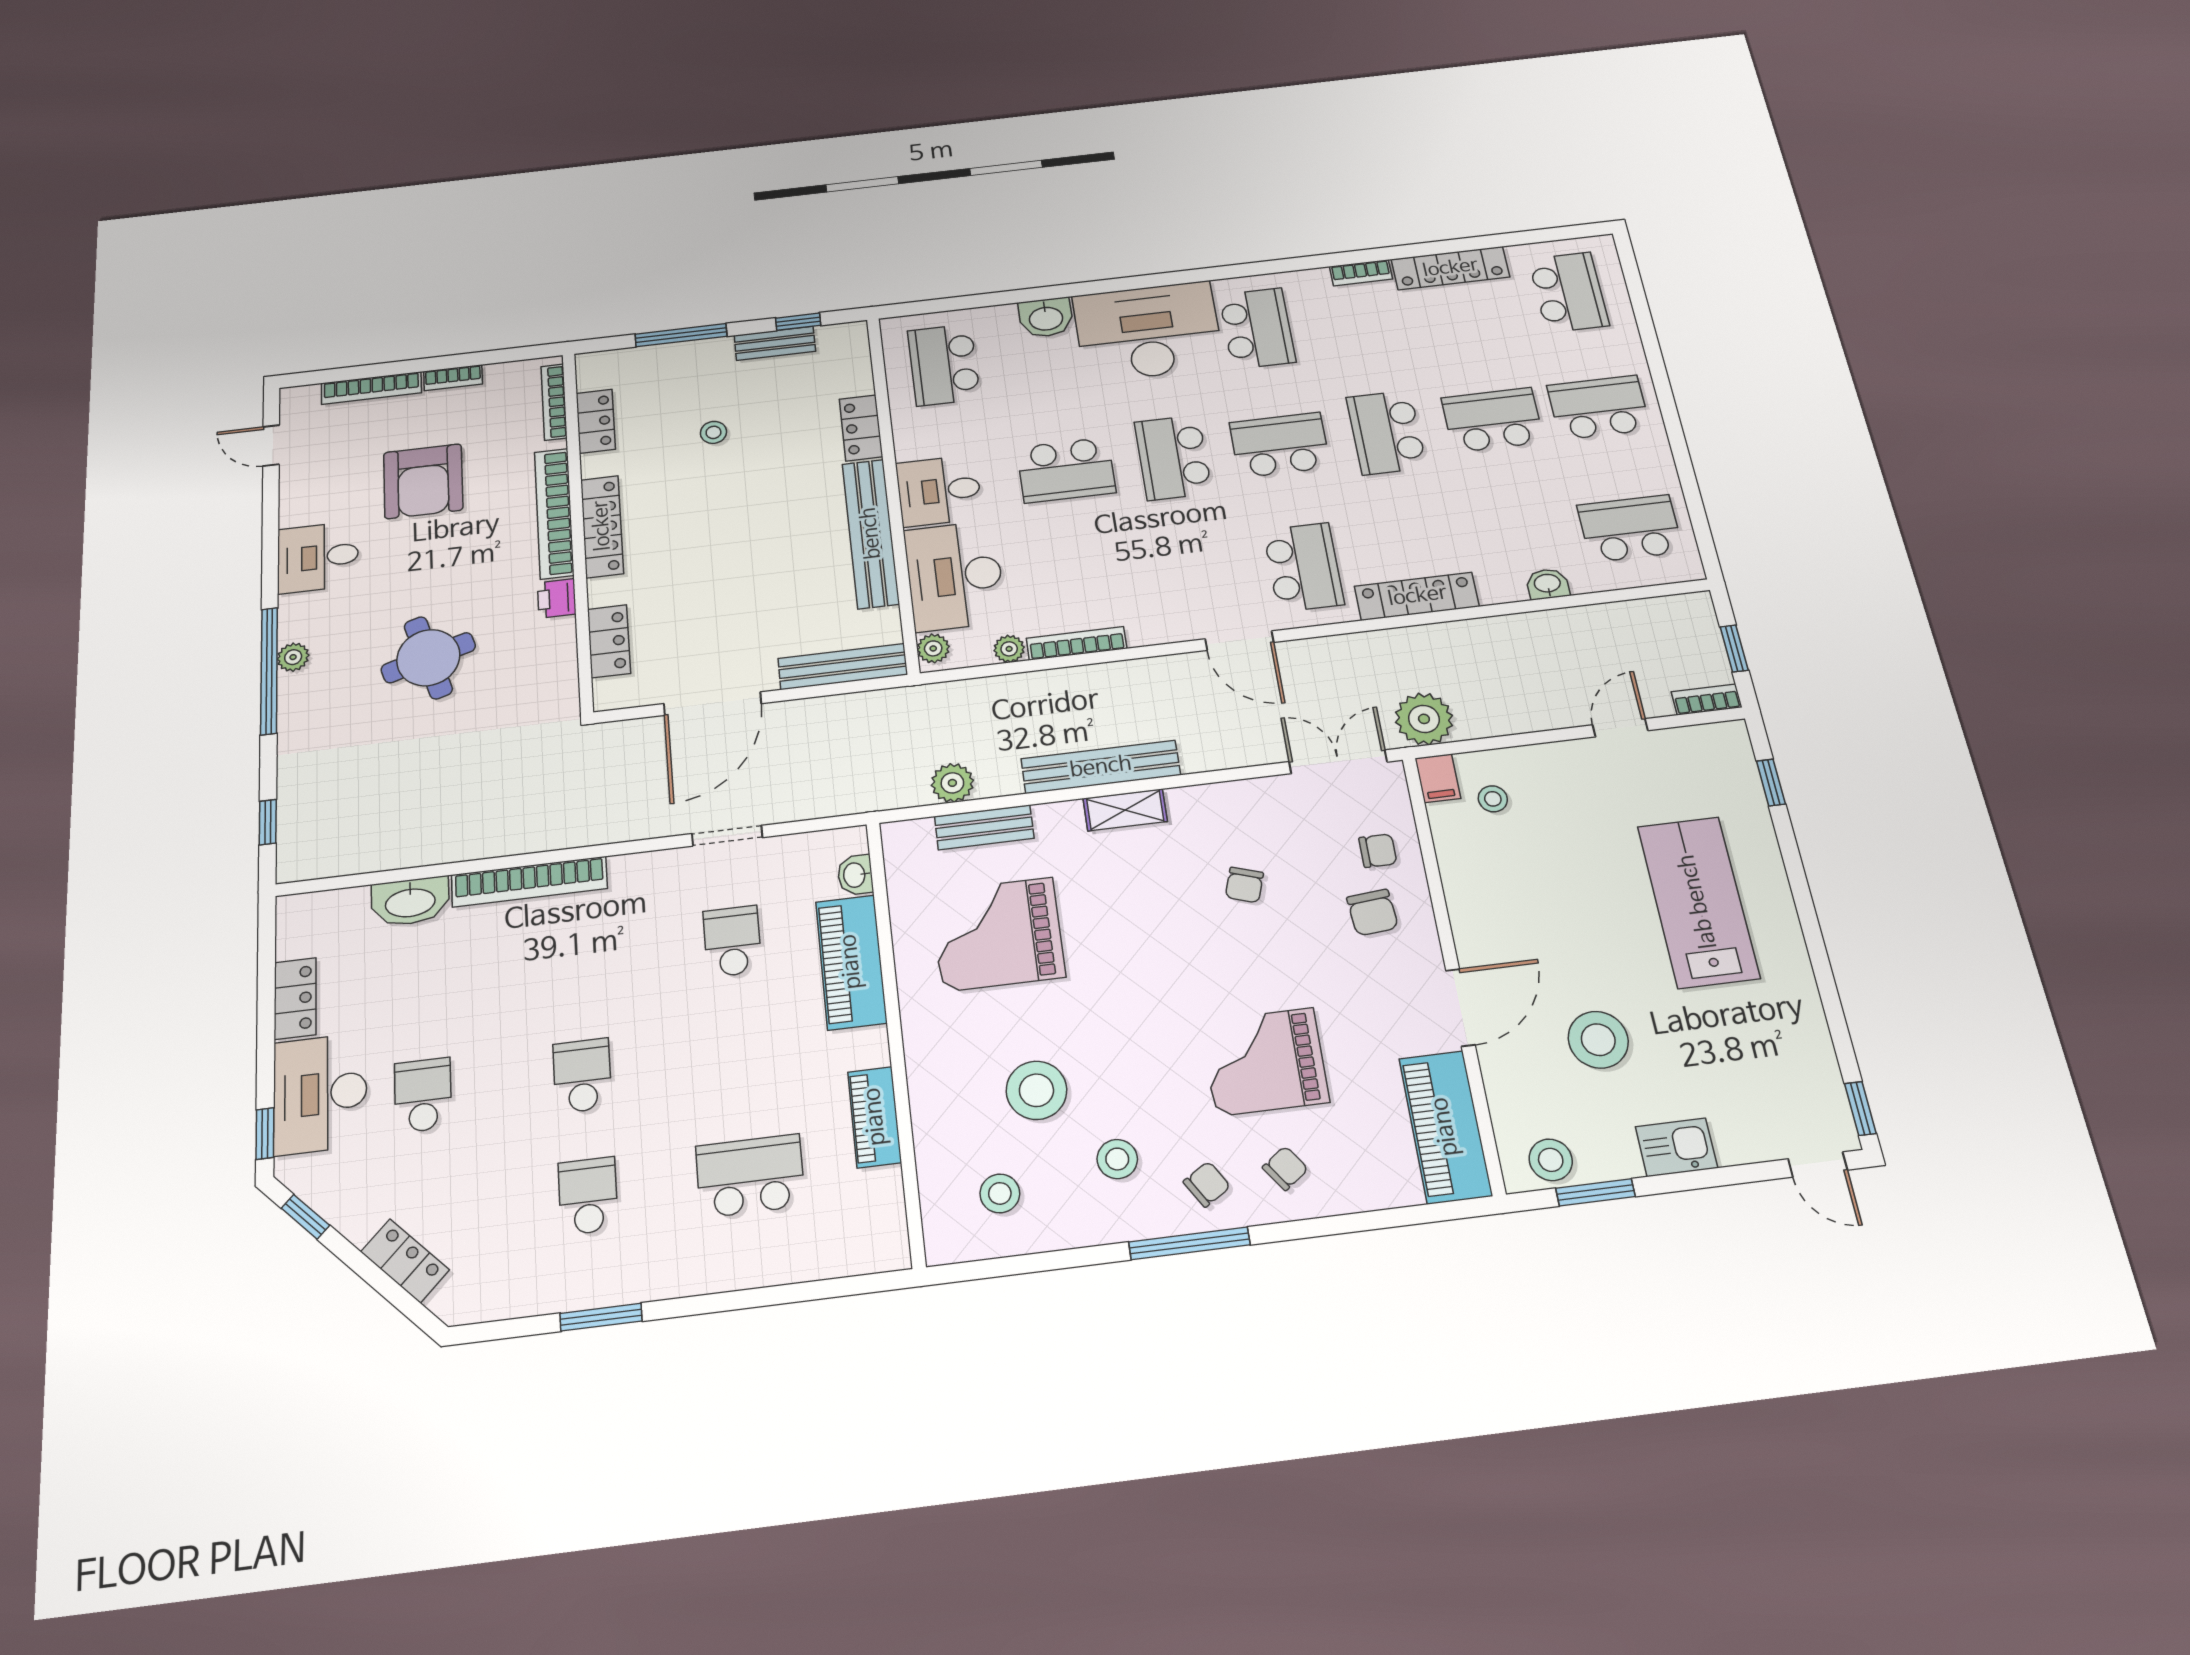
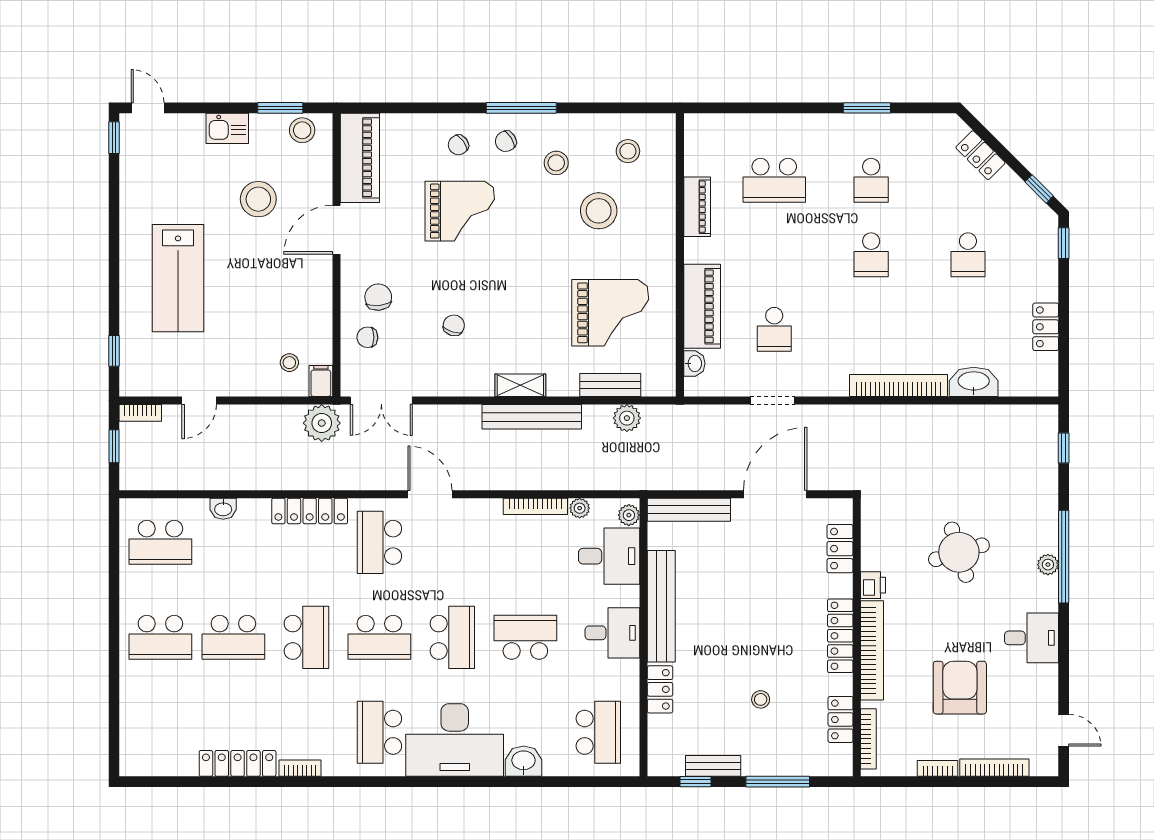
school desk: (1569, 292) -> (160, 732), removed
desk: (955, 576) -> (609, 556), width x0.73
desk: (320, 1094) -> (1030, 264), removed

